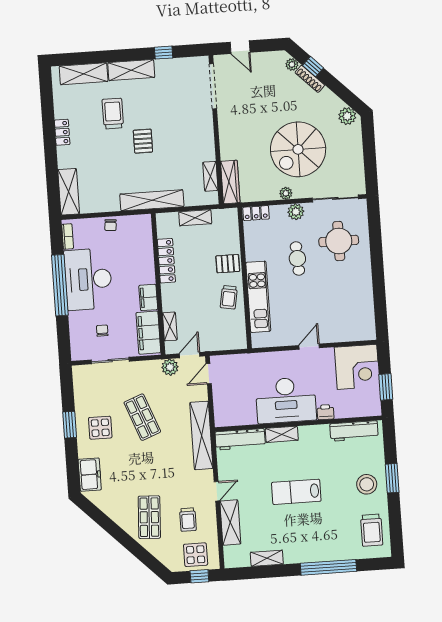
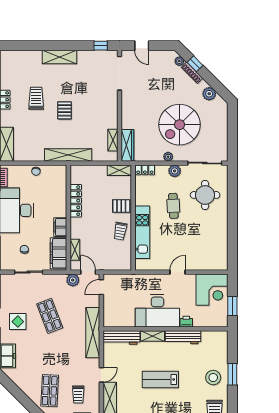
window: (164, 53) -> (101, 46), moved
shelving: (84, 74) -> (24, 57), removed
trolley: (113, 114) -> (36, 98), moved
plant: (347, 116) -> (209, 94), moved
shelving: (195, 218) -> (119, 170), moved
door: (190, 355) -> (88, 272), hinge flipped
workbench: (354, 431) -> (183, 337), moved

